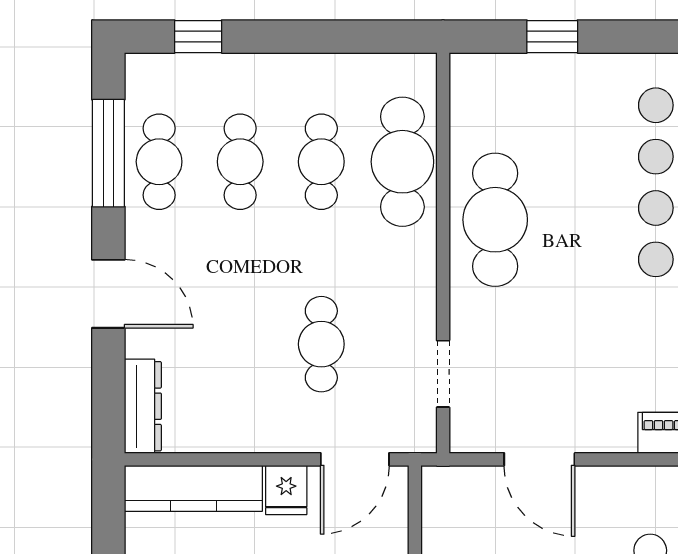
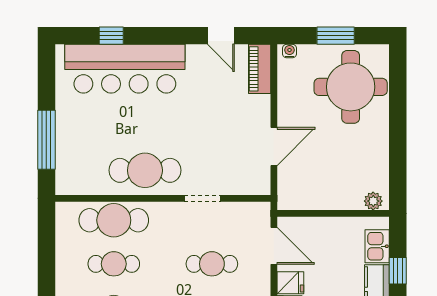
window: (552, 37) -> (46, 140), width x2.17
doorway: (443, 374) -> (202, 198), moved

